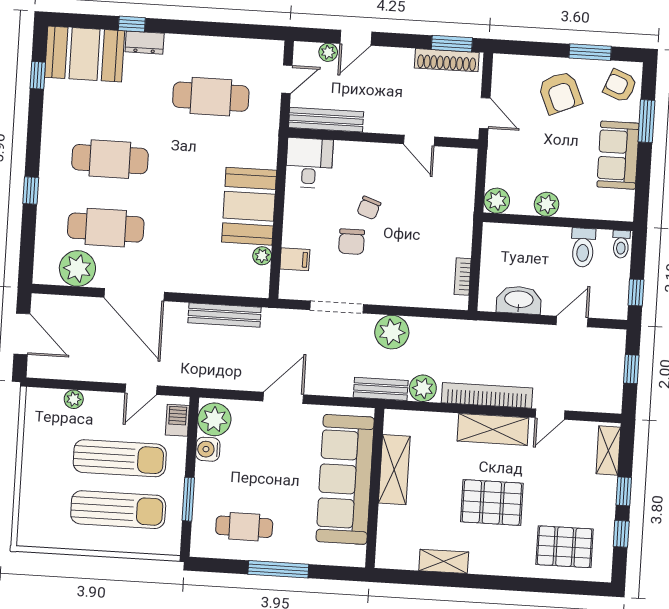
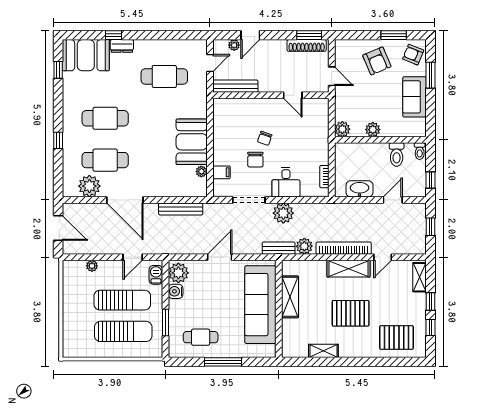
desk: (309, 163) -> (286, 182), moved, turned 180

